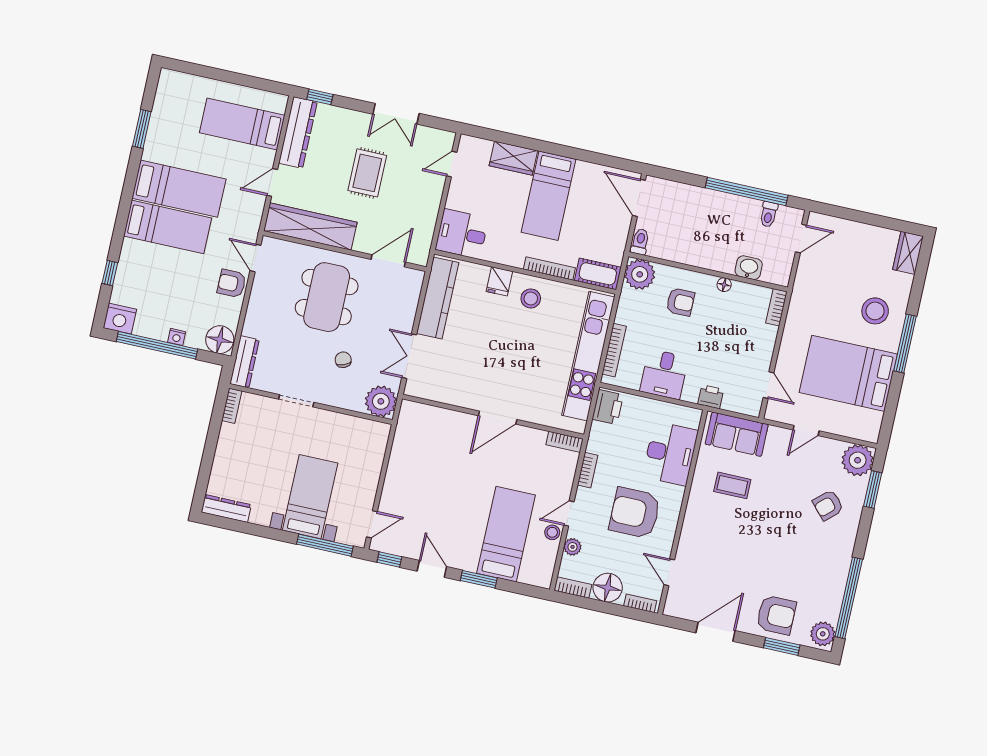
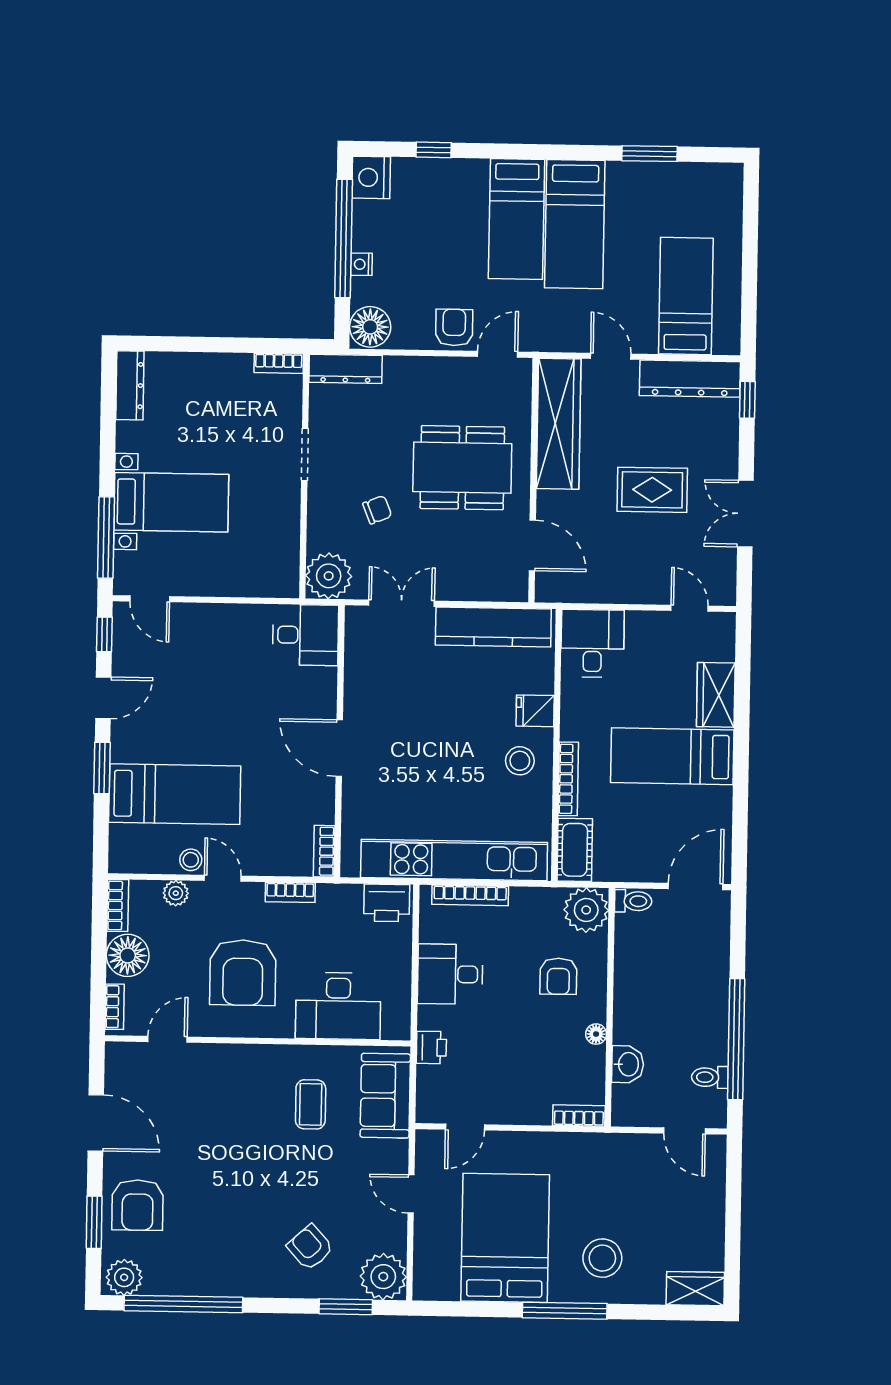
desk: (417, 425) -> (305, 635), added
armchair: (635, 513) -> (243, 973), turned 180

